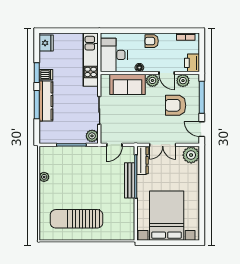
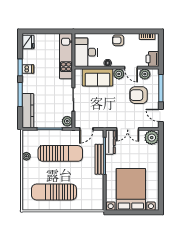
kitchen counter: (46, 101) -> (28, 111), moved
sun lounger: (84, 174) -> (60, 153), added

